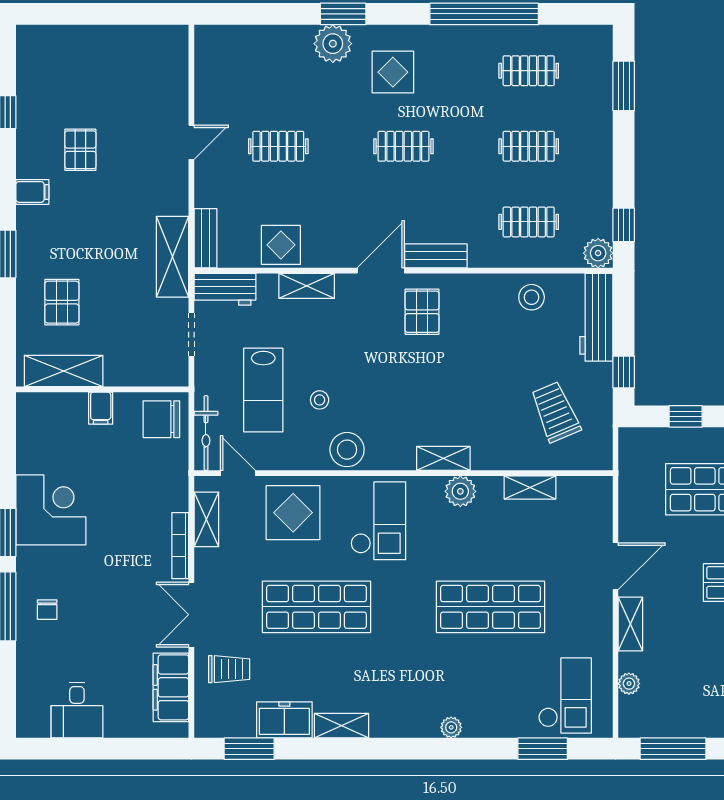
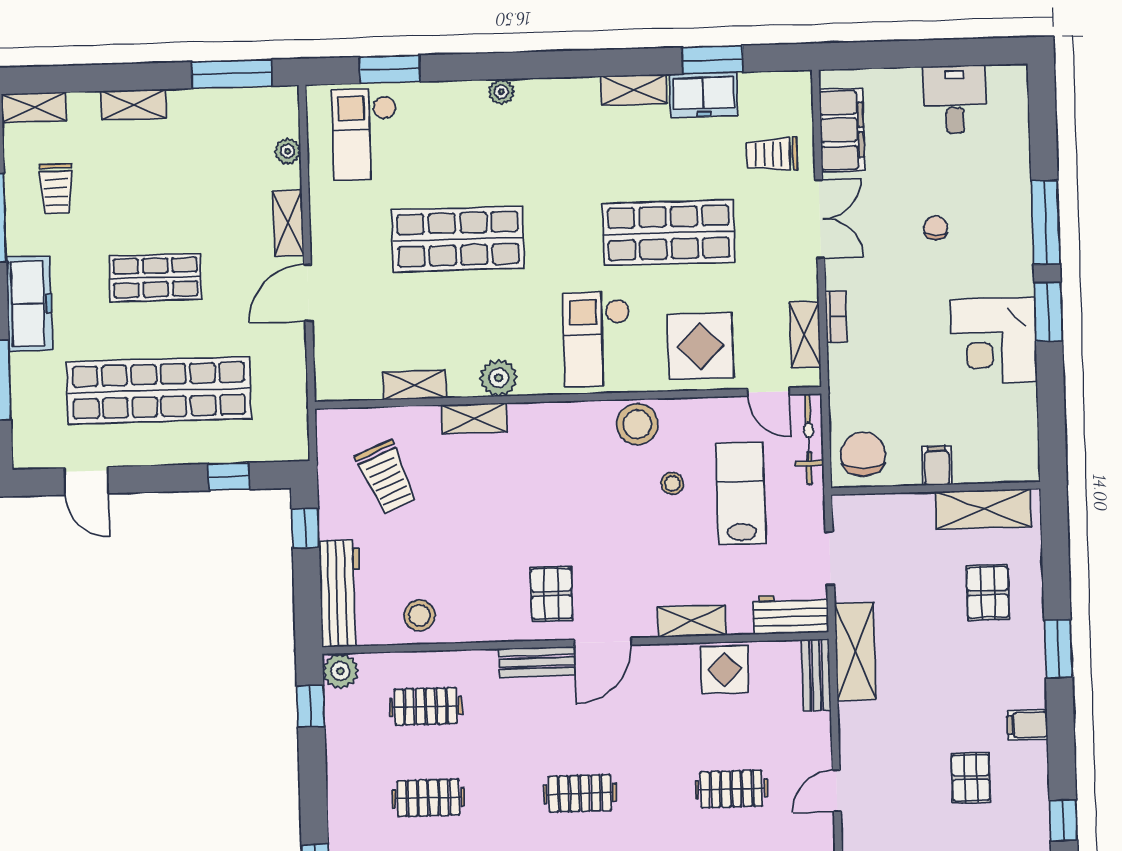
chair: (161, 419) -> (863, 454), turned -90
shelving: (443, 458) -> (474, 418), moved
bookcase: (180, 546) -> (836, 317), width x0.64
chair: (47, 610) -> (935, 228), moved
window: (249, 749) -> (712, 60), moved

